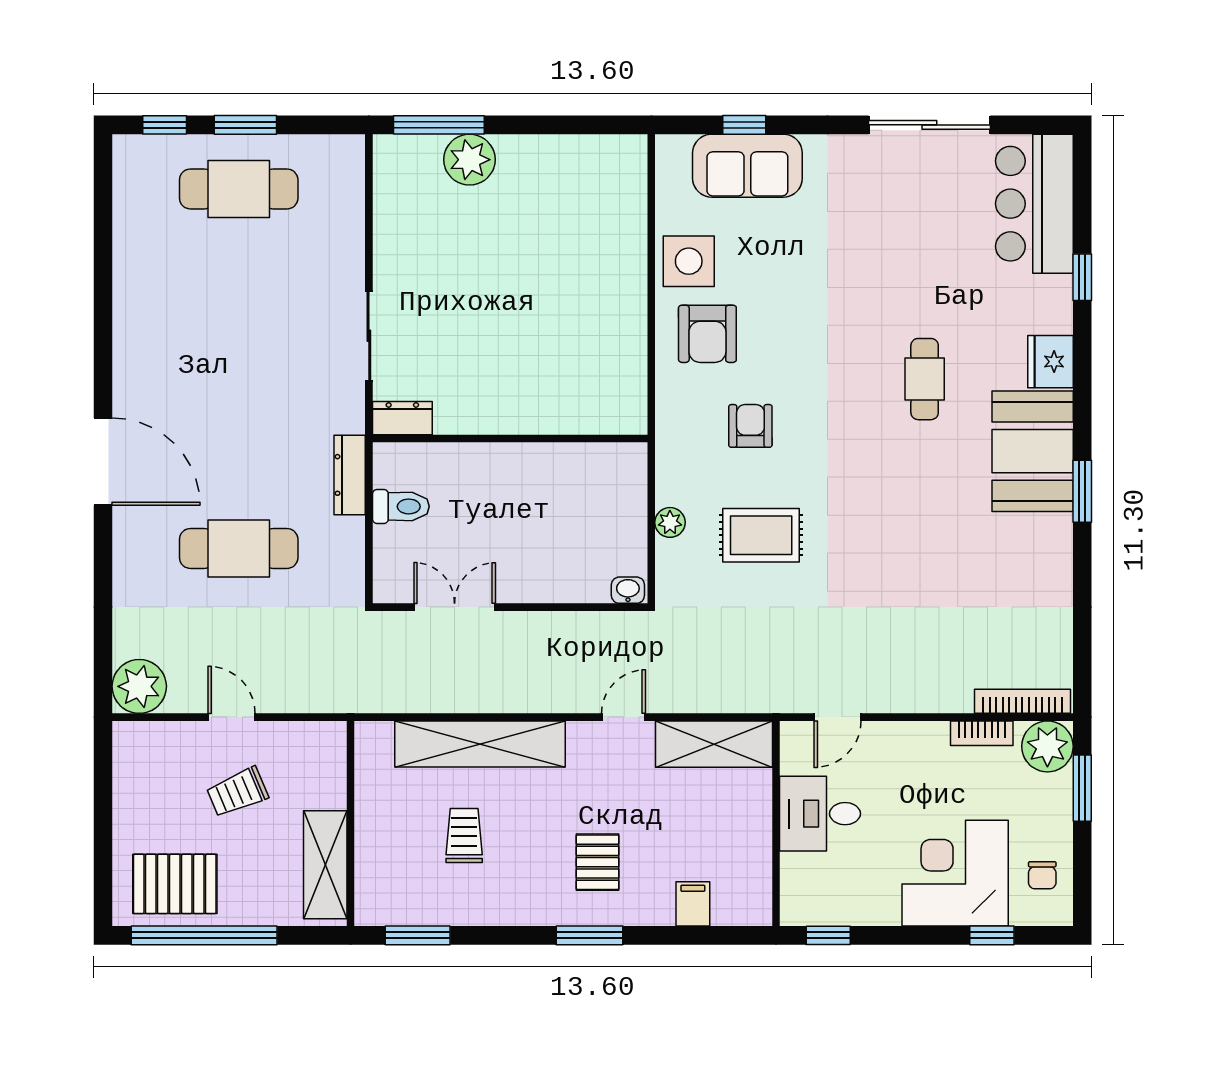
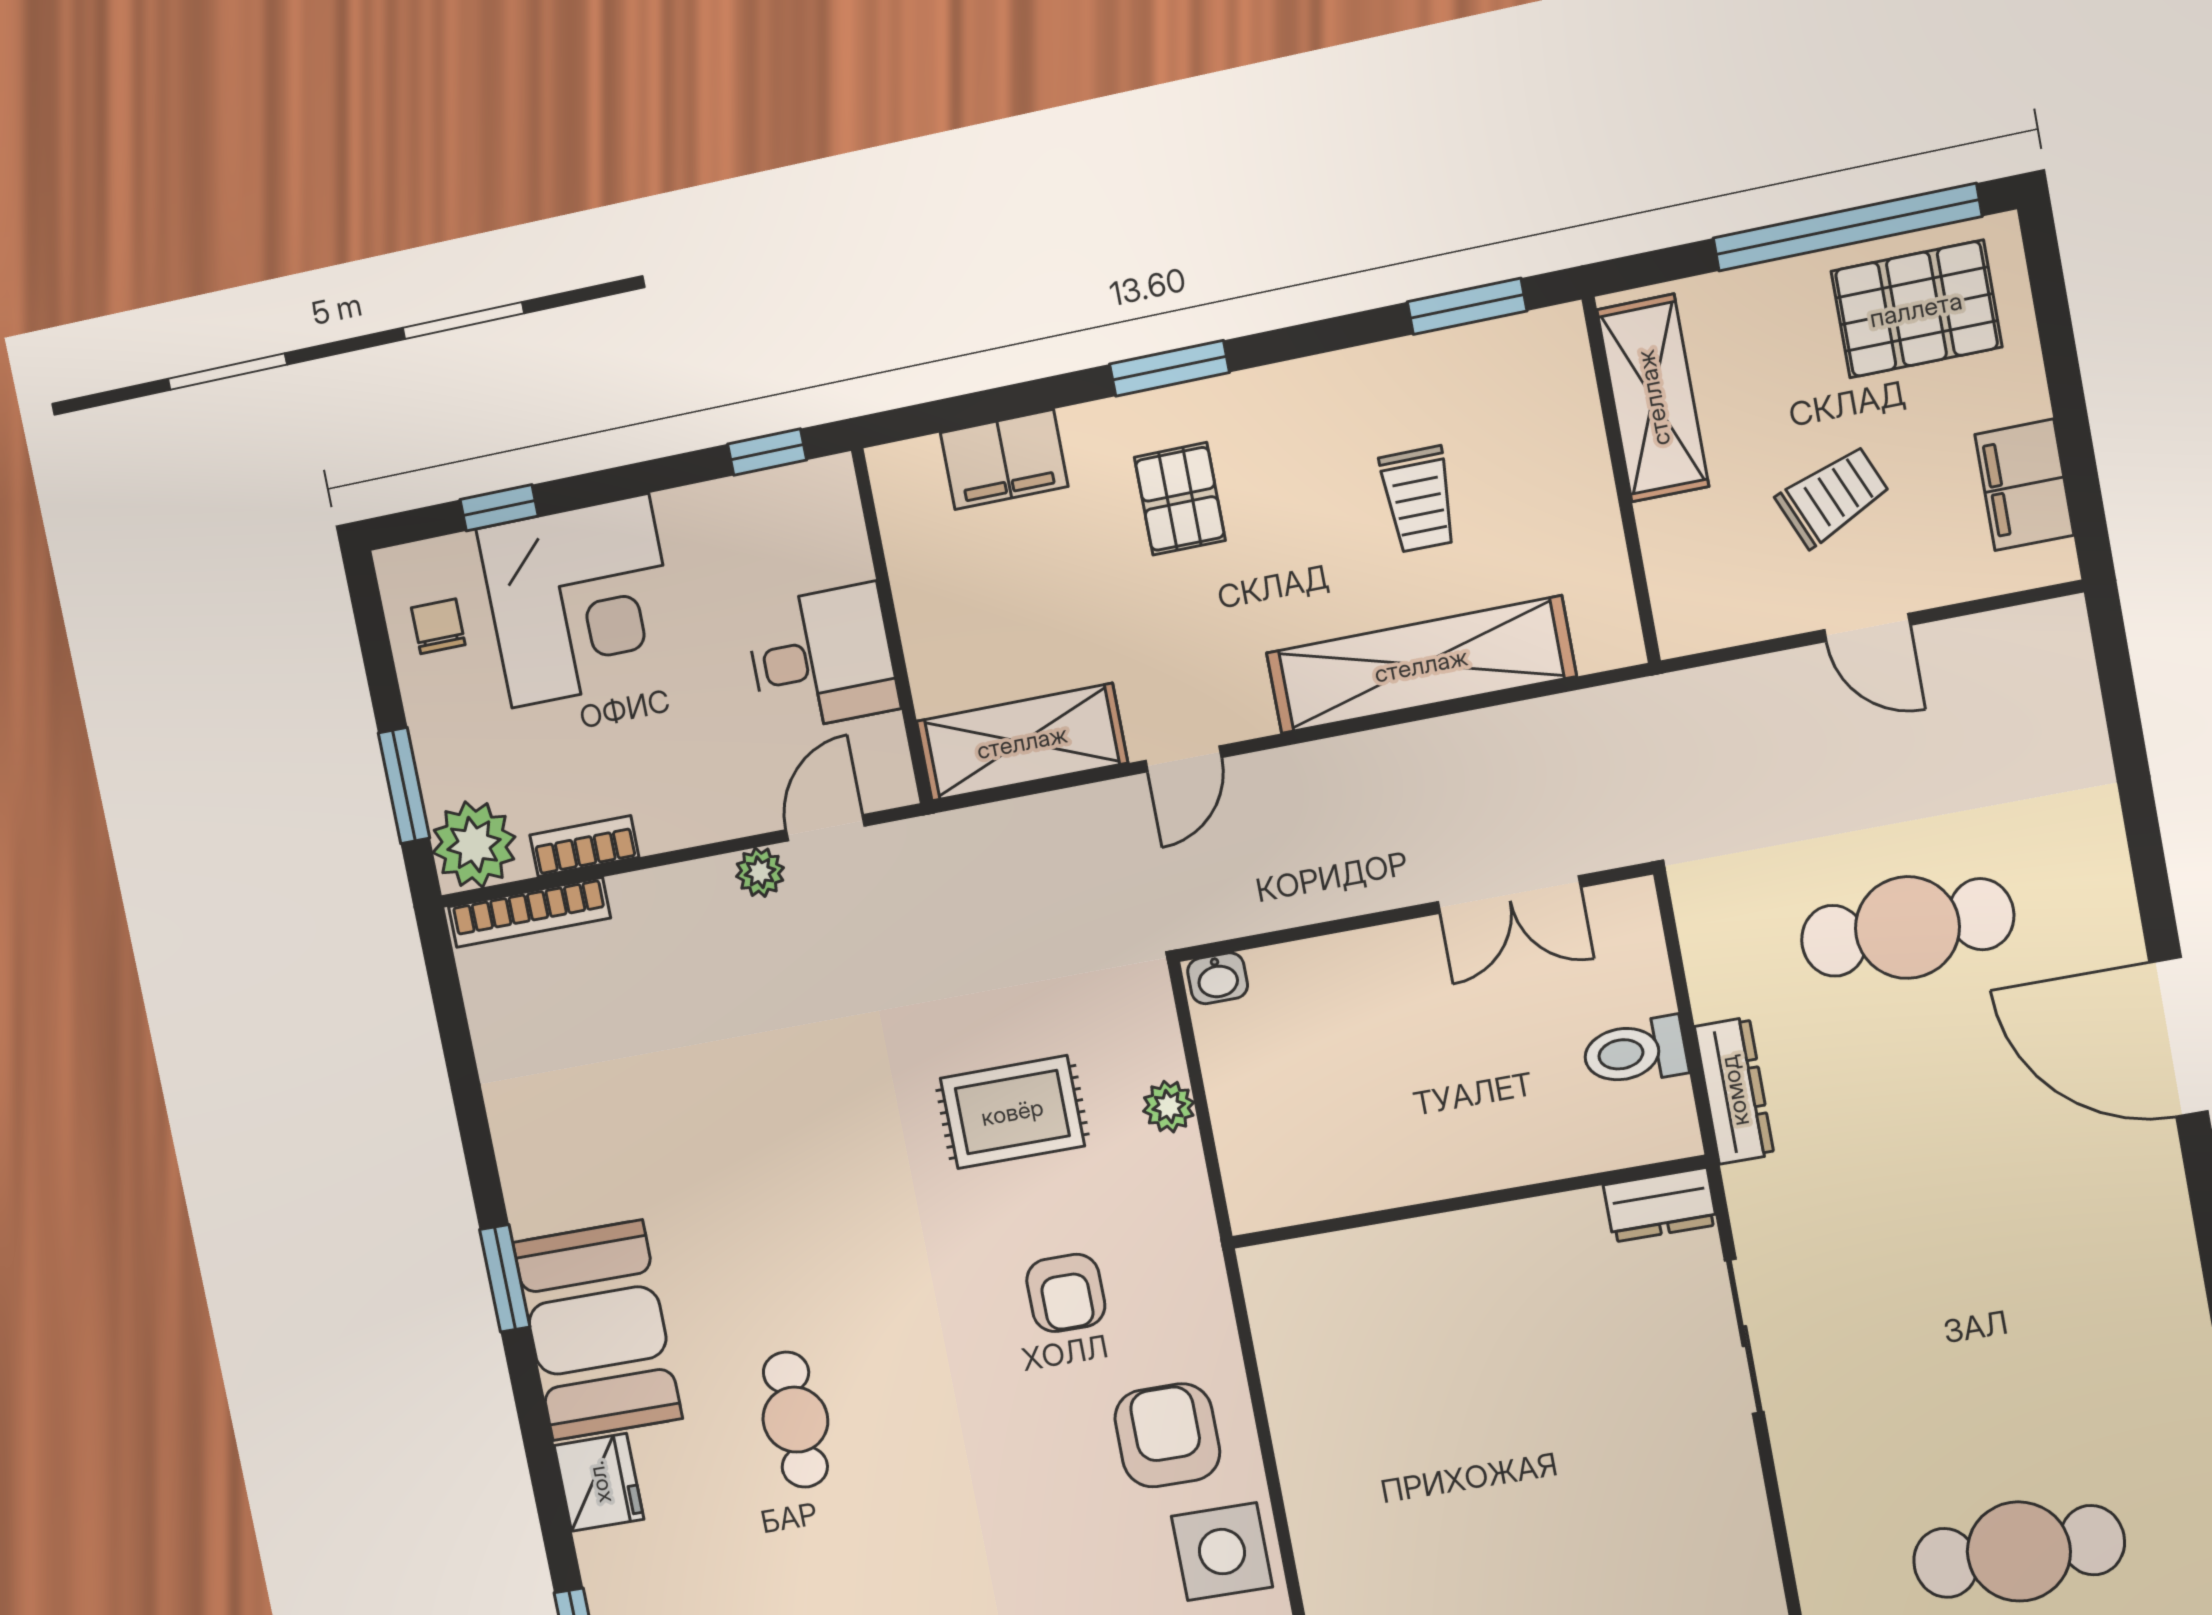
plant: (139, 686) -> (760, 872), moved, width x0.53, depth x0.53
filing cabinet: (134, 778) -> (2024, 485), added
filing cabinet: (693, 904) -> (1004, 460), width x2.00

